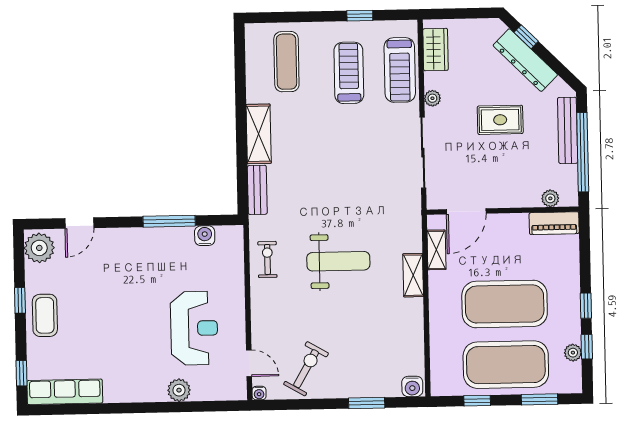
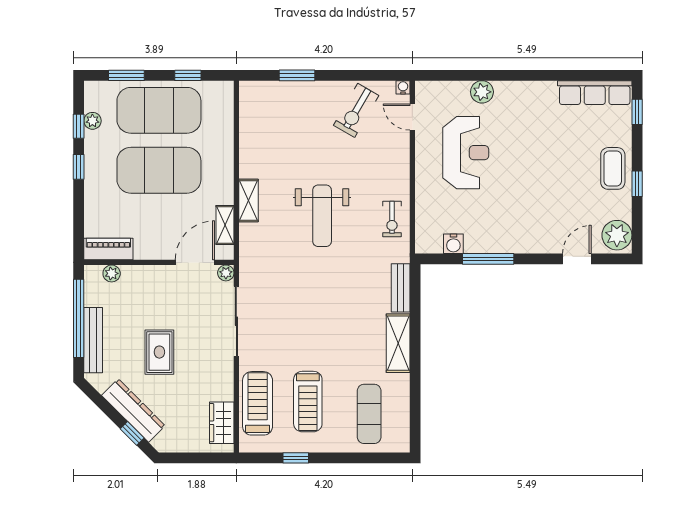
plant: (432, 98) -> (226, 273), moved
rug: (500, 120) -> (159, 352), turned 90
weight bench: (338, 261) -> (322, 216), turned -90
reception desk: (194, 328) -> (466, 153), turned 180
water cooler: (412, 386) -> (252, 91), removed

